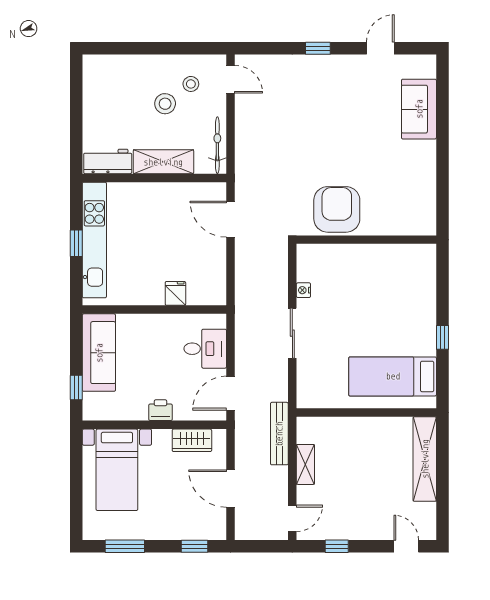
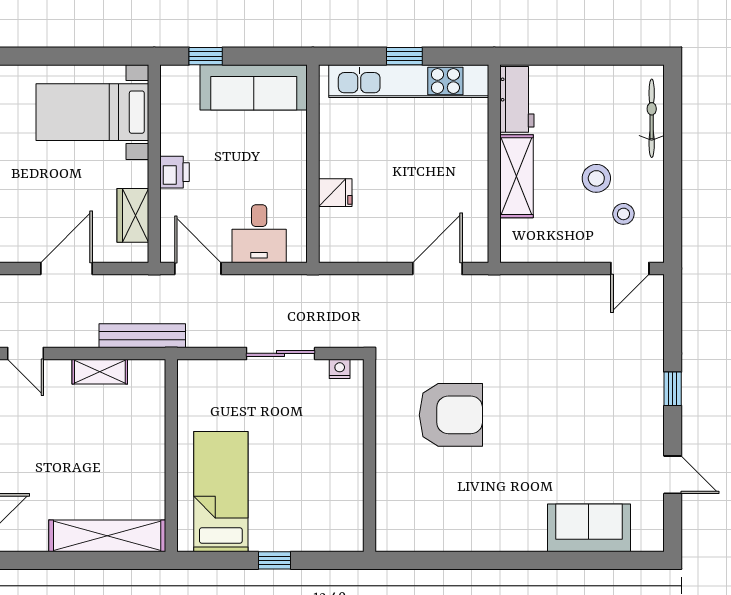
bicycle: (217, 145) -> (652, 118), moved, turned -90
wall: (366, 240) -> (370, 455), moved

